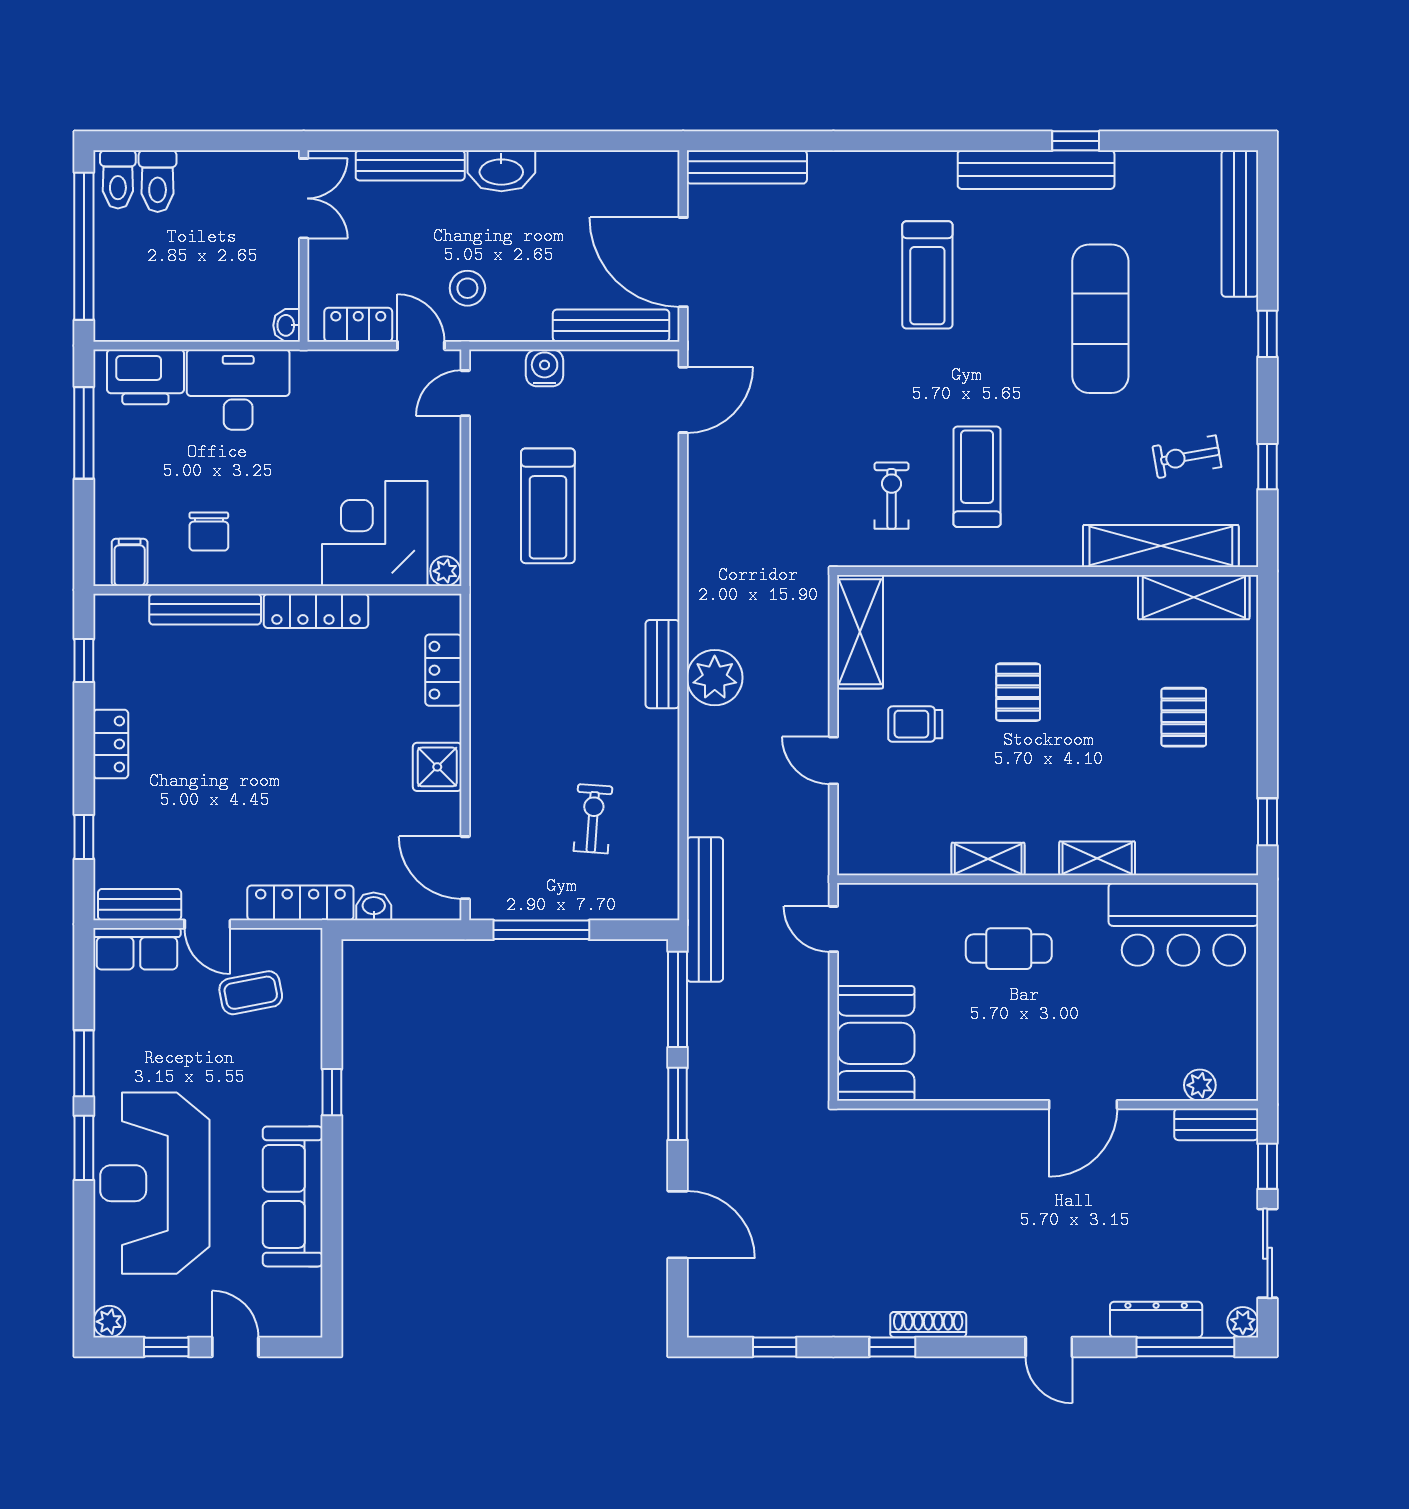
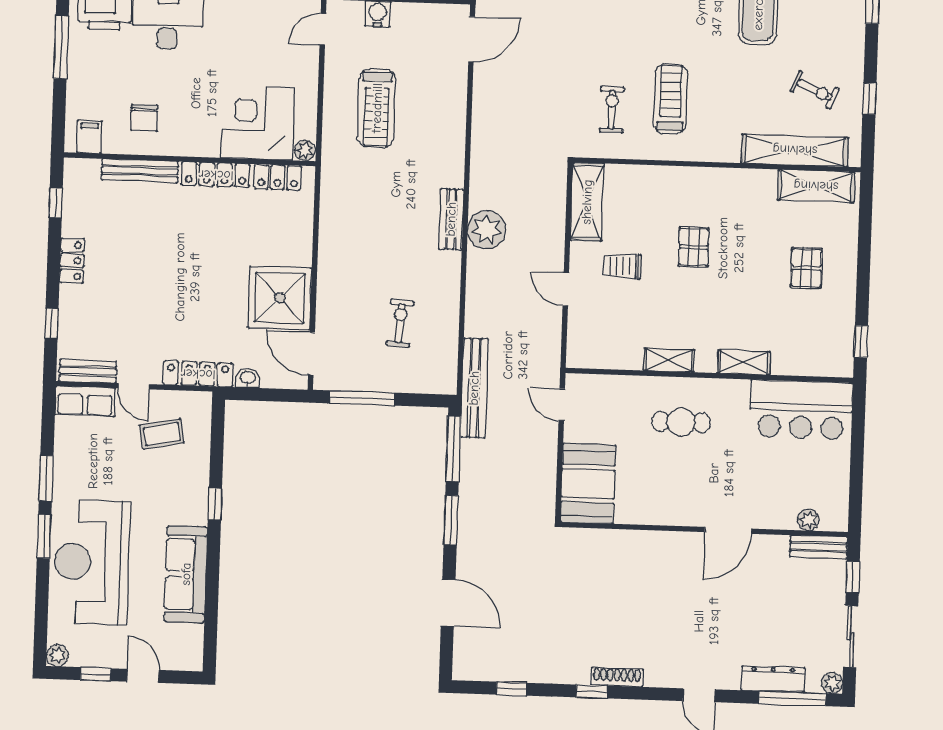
exercise bike: (1187, 457) -> (815, 90), turned -147
locker: (443, 670) -> (278, 177), moved, turned -90
shower: (437, 767) -> (280, 298), width x1.86, depth x1.86

